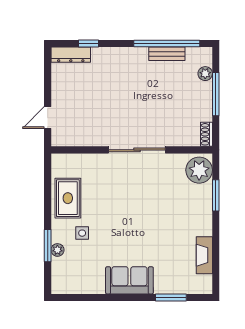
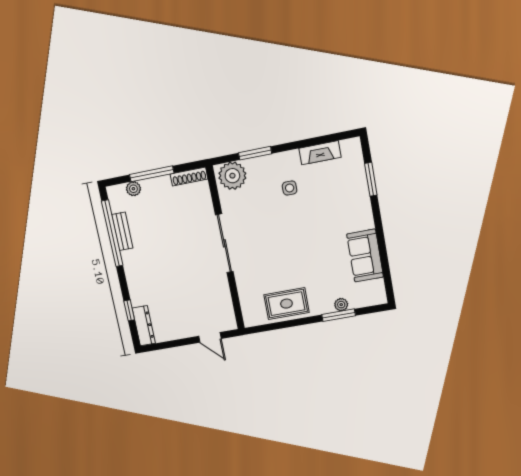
shoe rack: (206, 134) -> (189, 176), width x1.43
side table: (82, 233) -> (290, 188), moved
sofa: (129, 280) -> (365, 256), moved

